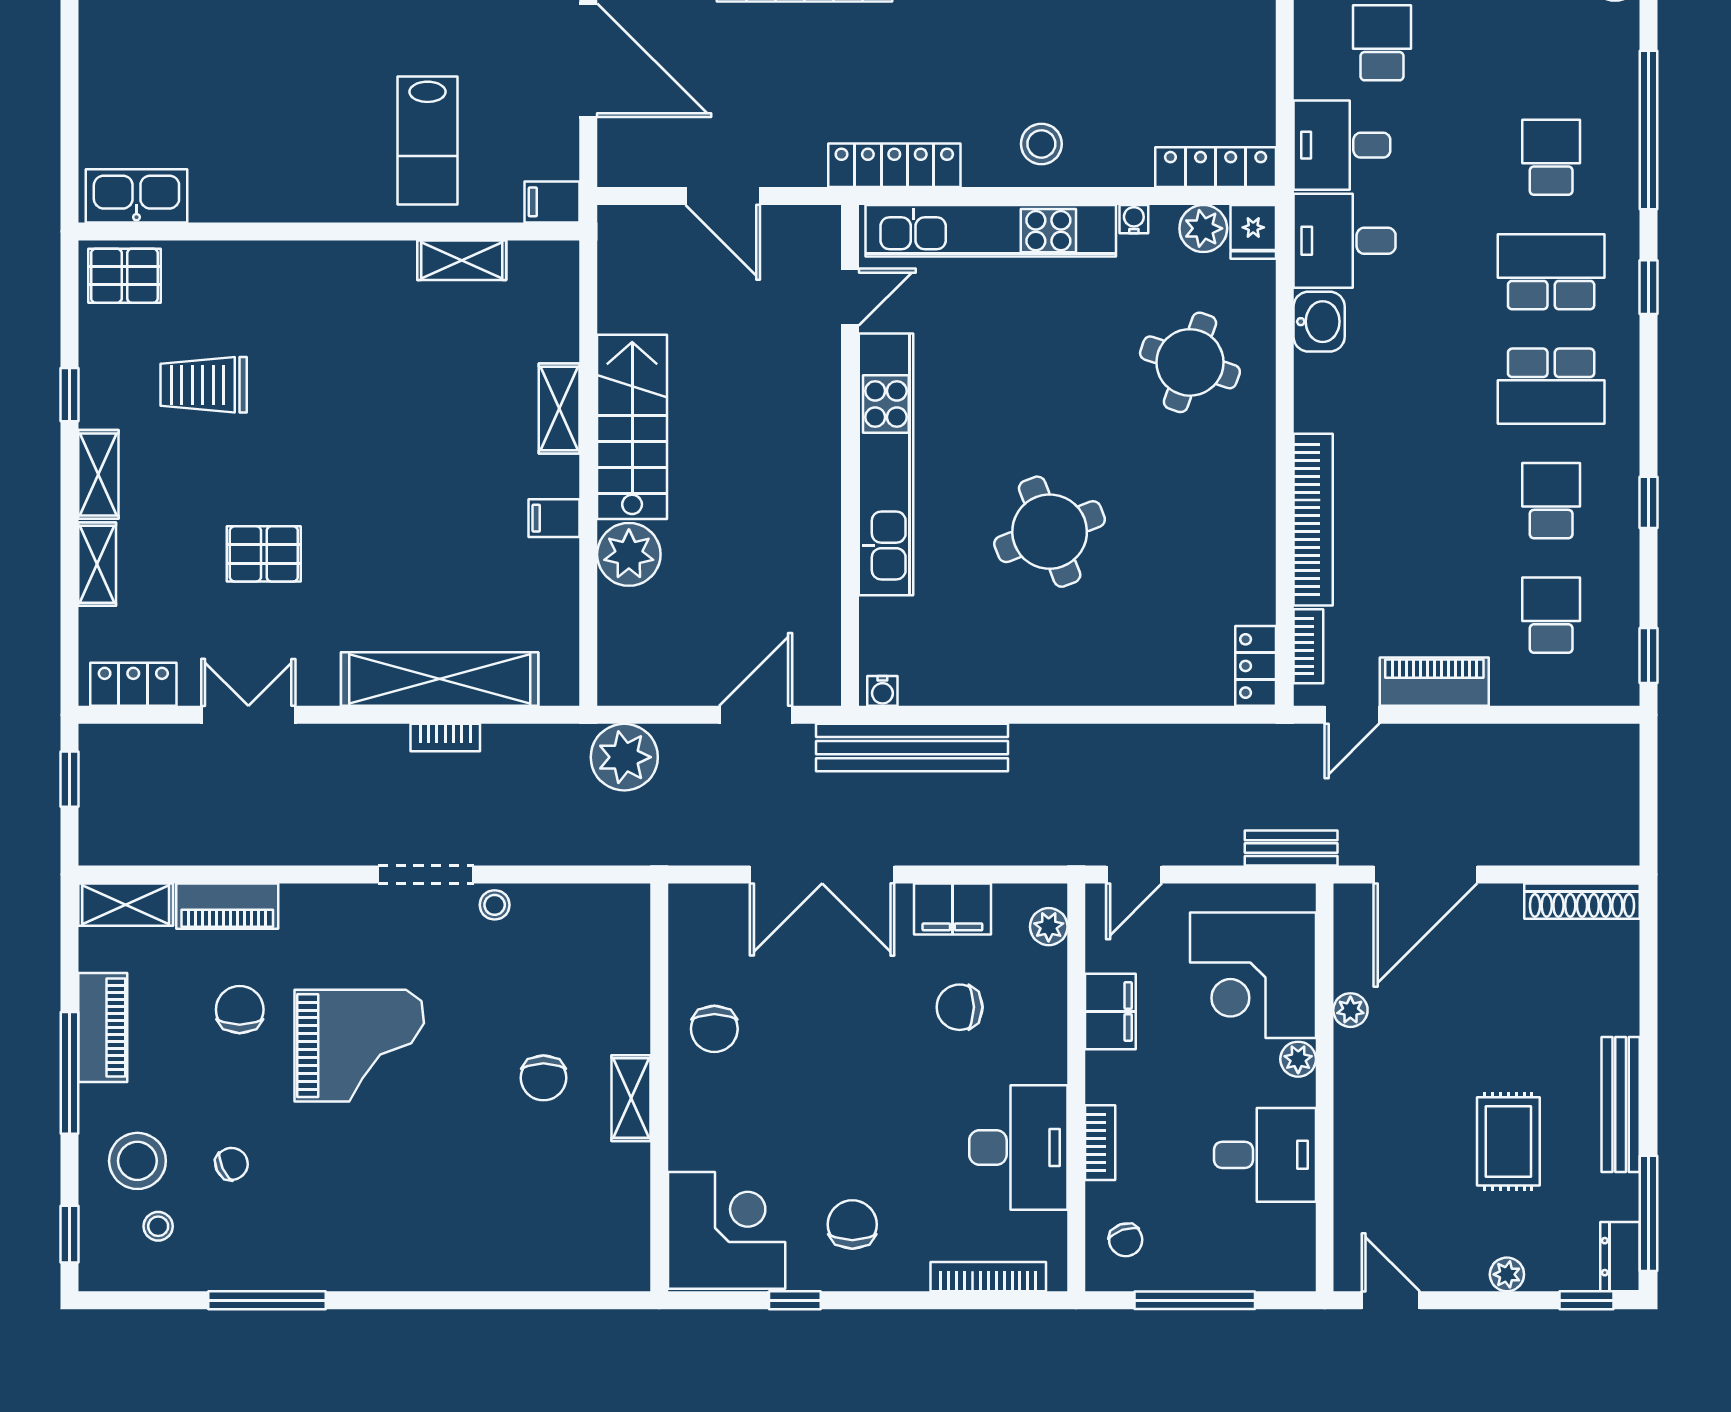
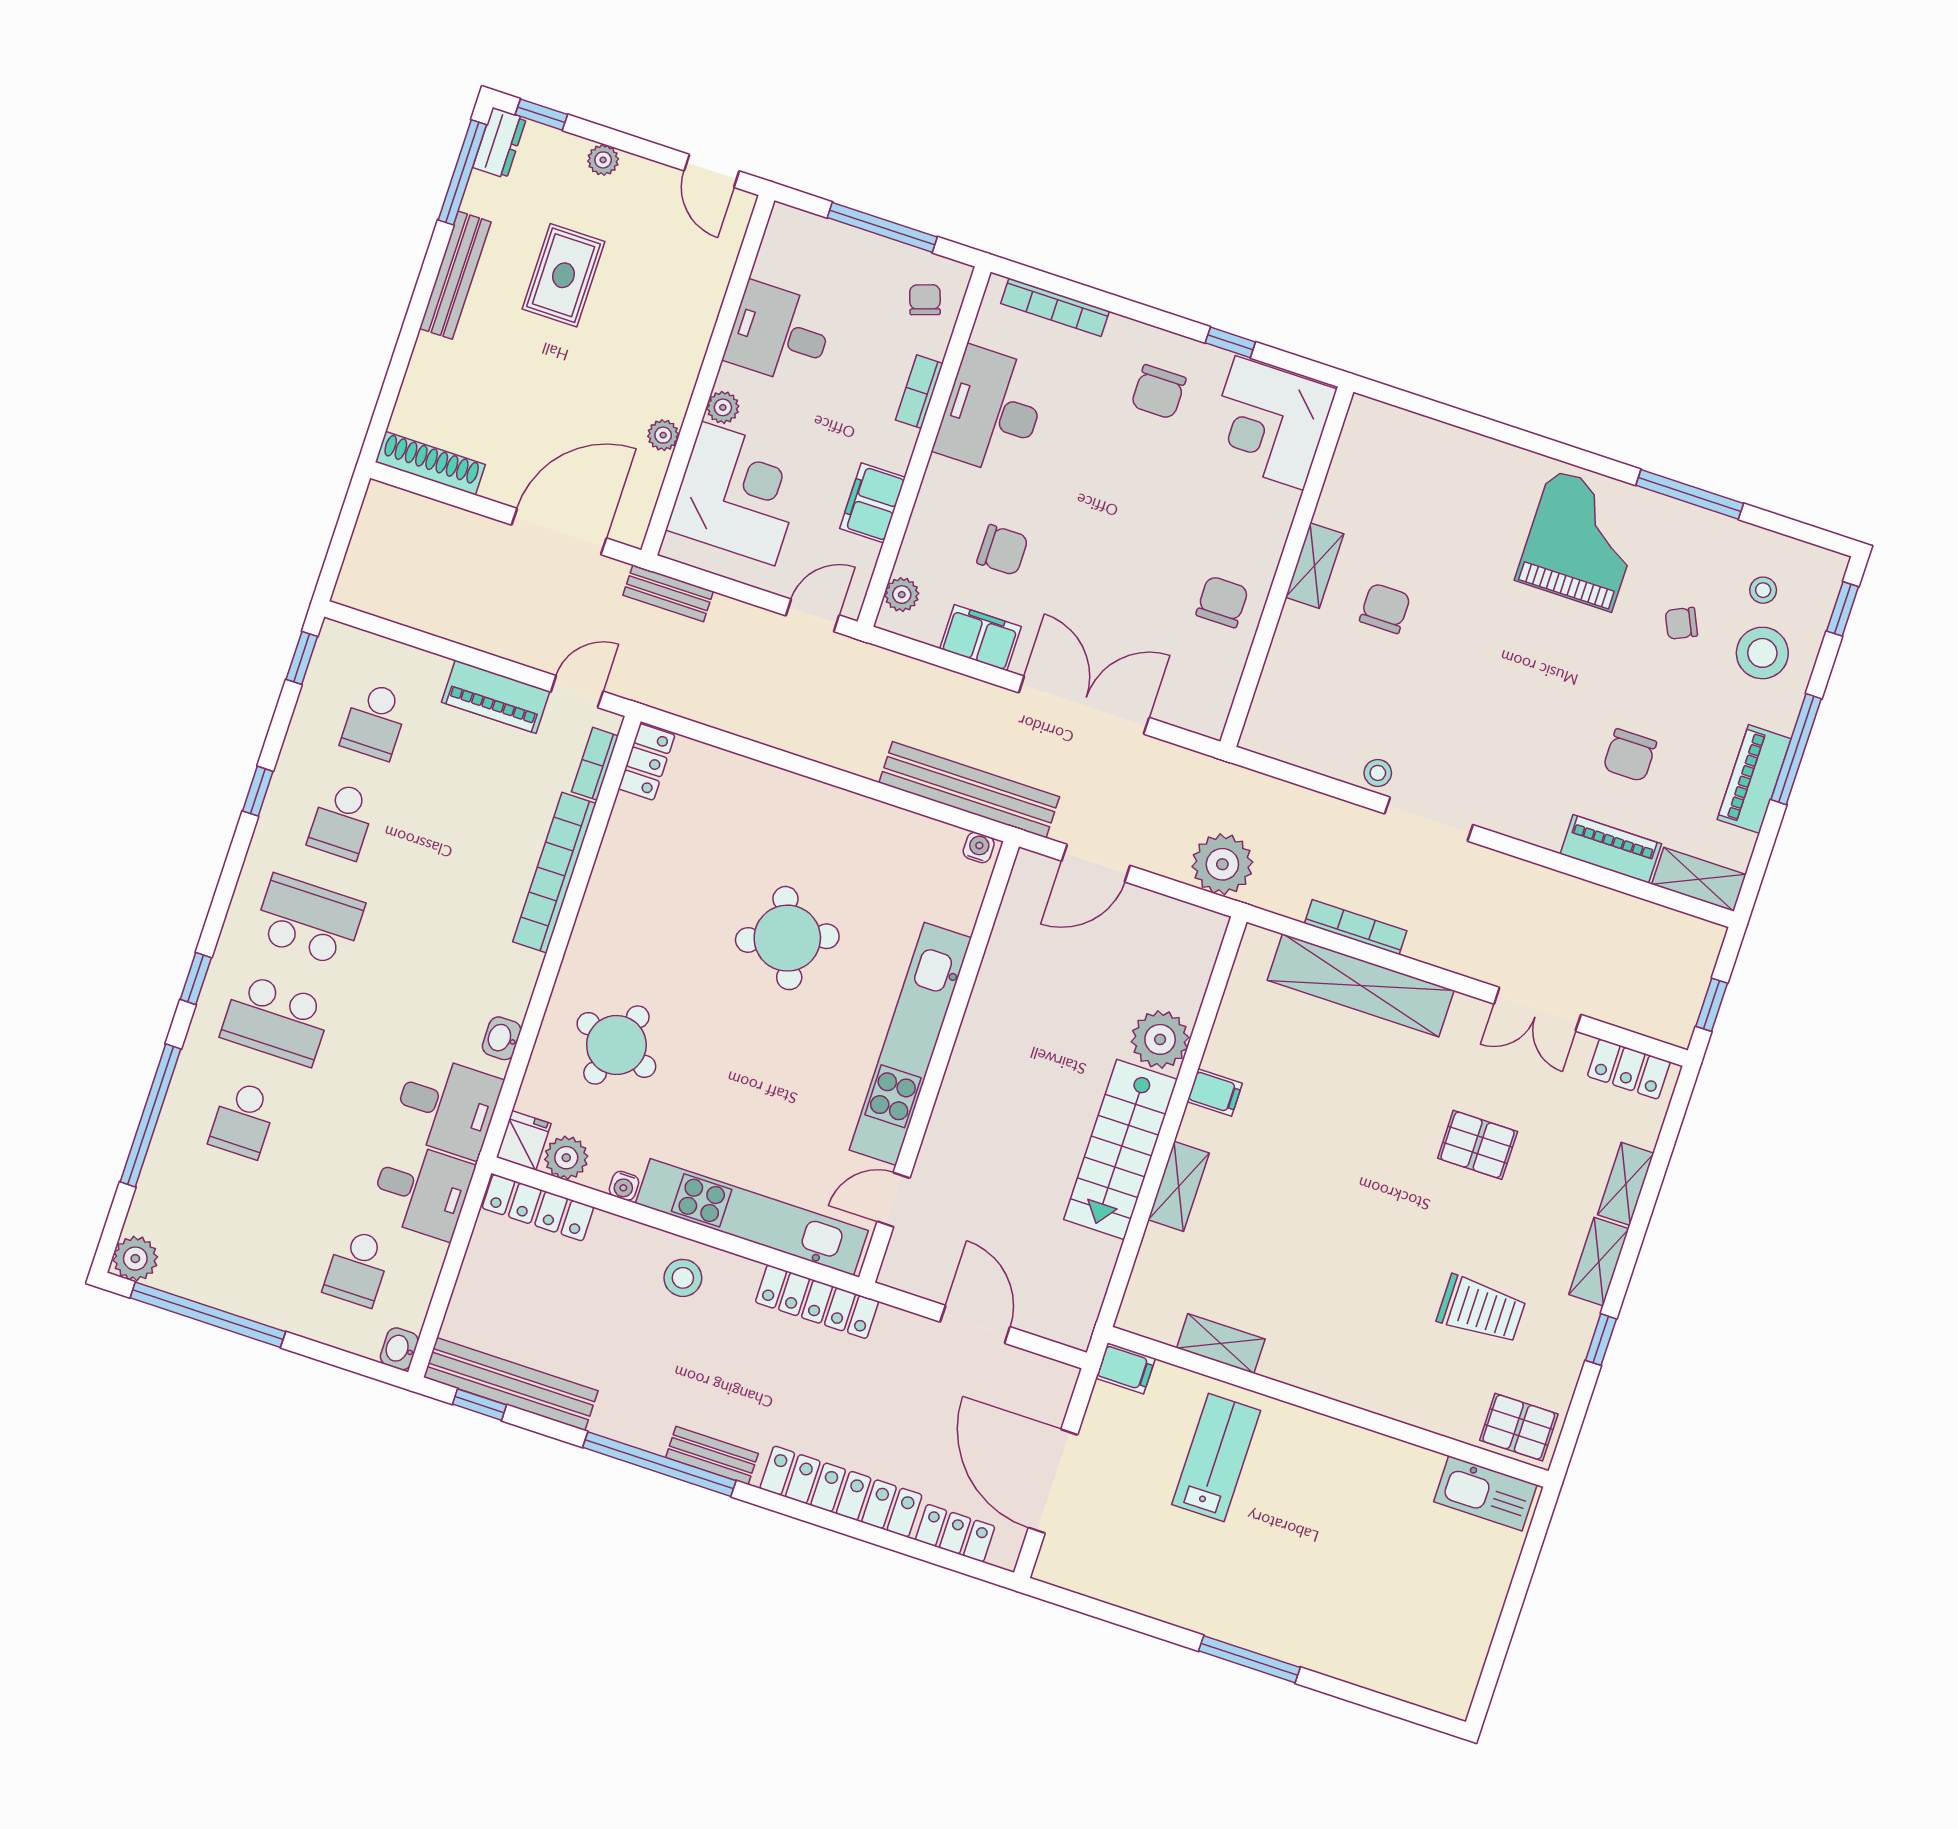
washbasin: (1319, 322) -> (502, 1038), width x0.72, depth x0.69
bookcase: (445, 738) -> (1356, 927), width x1.56
grand piano: (359, 1046) -> (1581, 540), moved, turned 90

